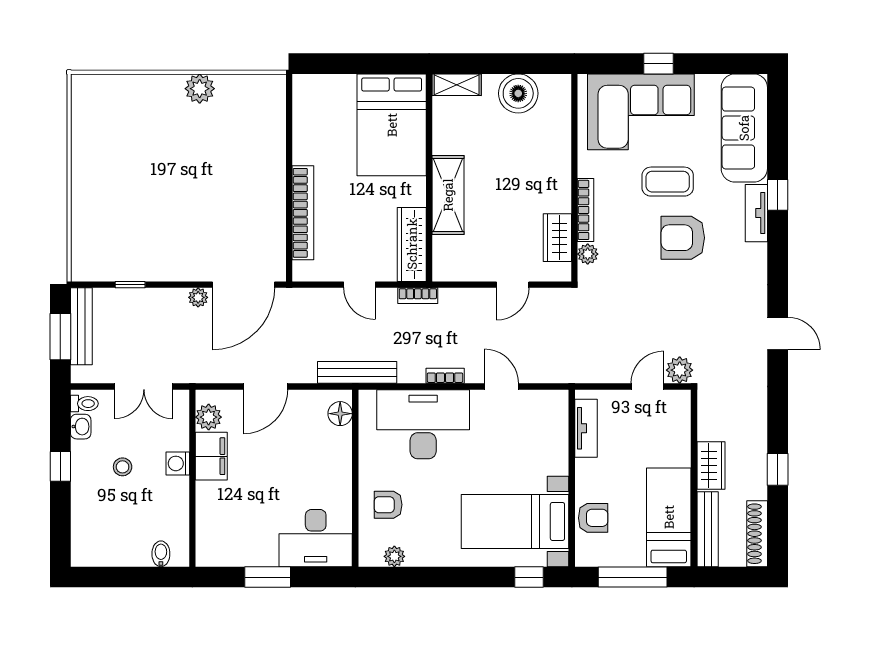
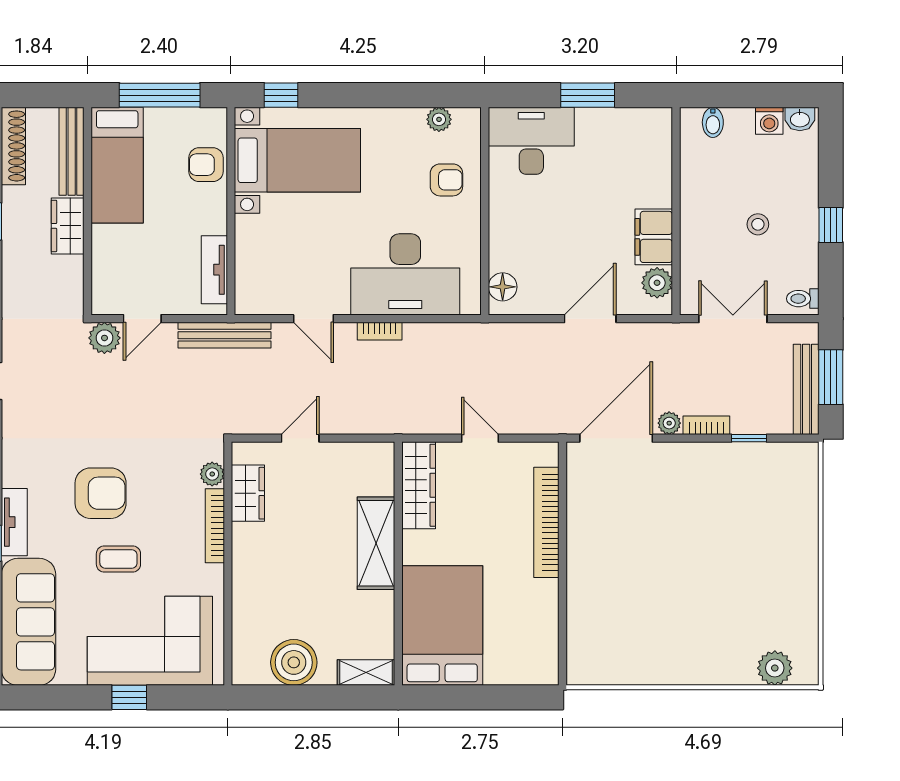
plant: (200, 89) -> (775, 668), moved
coffee table: (668, 182) -> (118, 559), width x0.73, depth x0.77
bookcase: (418, 296) -> (706, 425), moved
bench: (357, 372) -> (225, 335), moved
washbasin: (81, 427) -> (800, 119), moved, turned -90
washing machine: (178, 463) -> (769, 121), moved, turned 90

